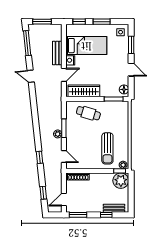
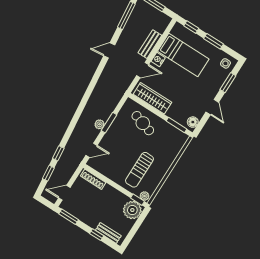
door: (31, 76) -> (109, 50), hinge flipped
door: (64, 156) -> (91, 150), hinge flipped
window: (39, 157) -> (58, 153), moved

